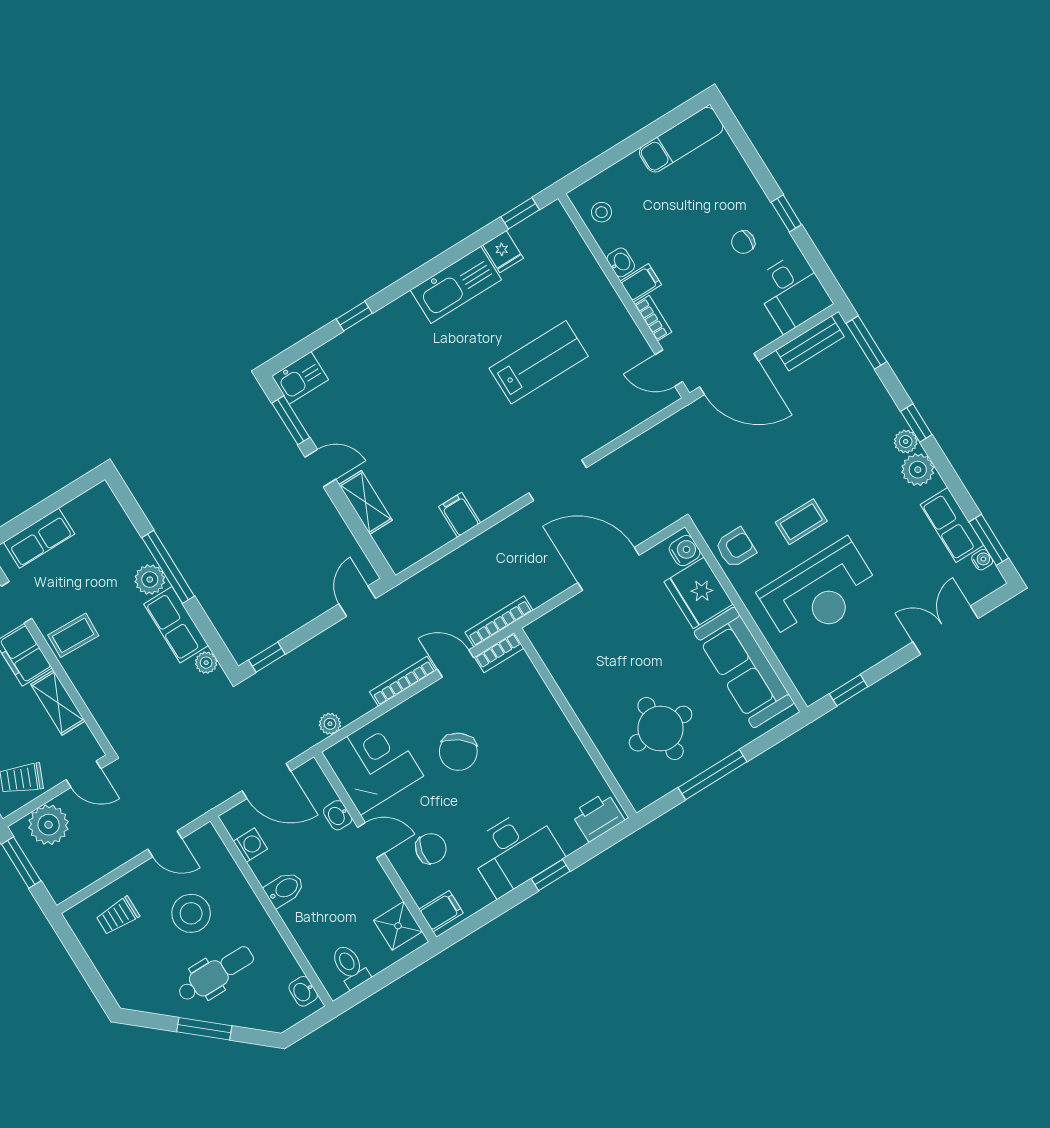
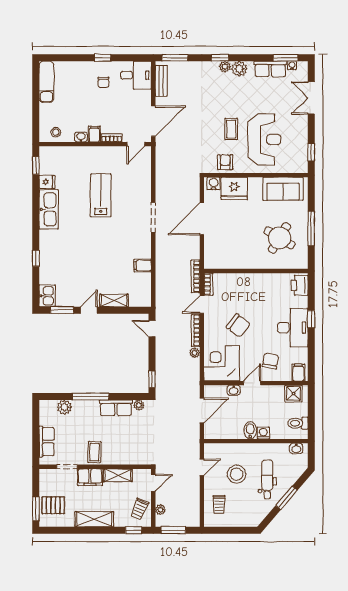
plant: (150, 580) -> (64, 407), moved
sofa: (744, 667) -> (283, 189), width x0.73
plant: (330, 724) -> (195, 353), moved
round table: (661, 729) -> (280, 238), turned 31
plant: (49, 825) -> (160, 510), width x0.53, depth x0.53
washing machine: (250, 845) -> (263, 433), moved

